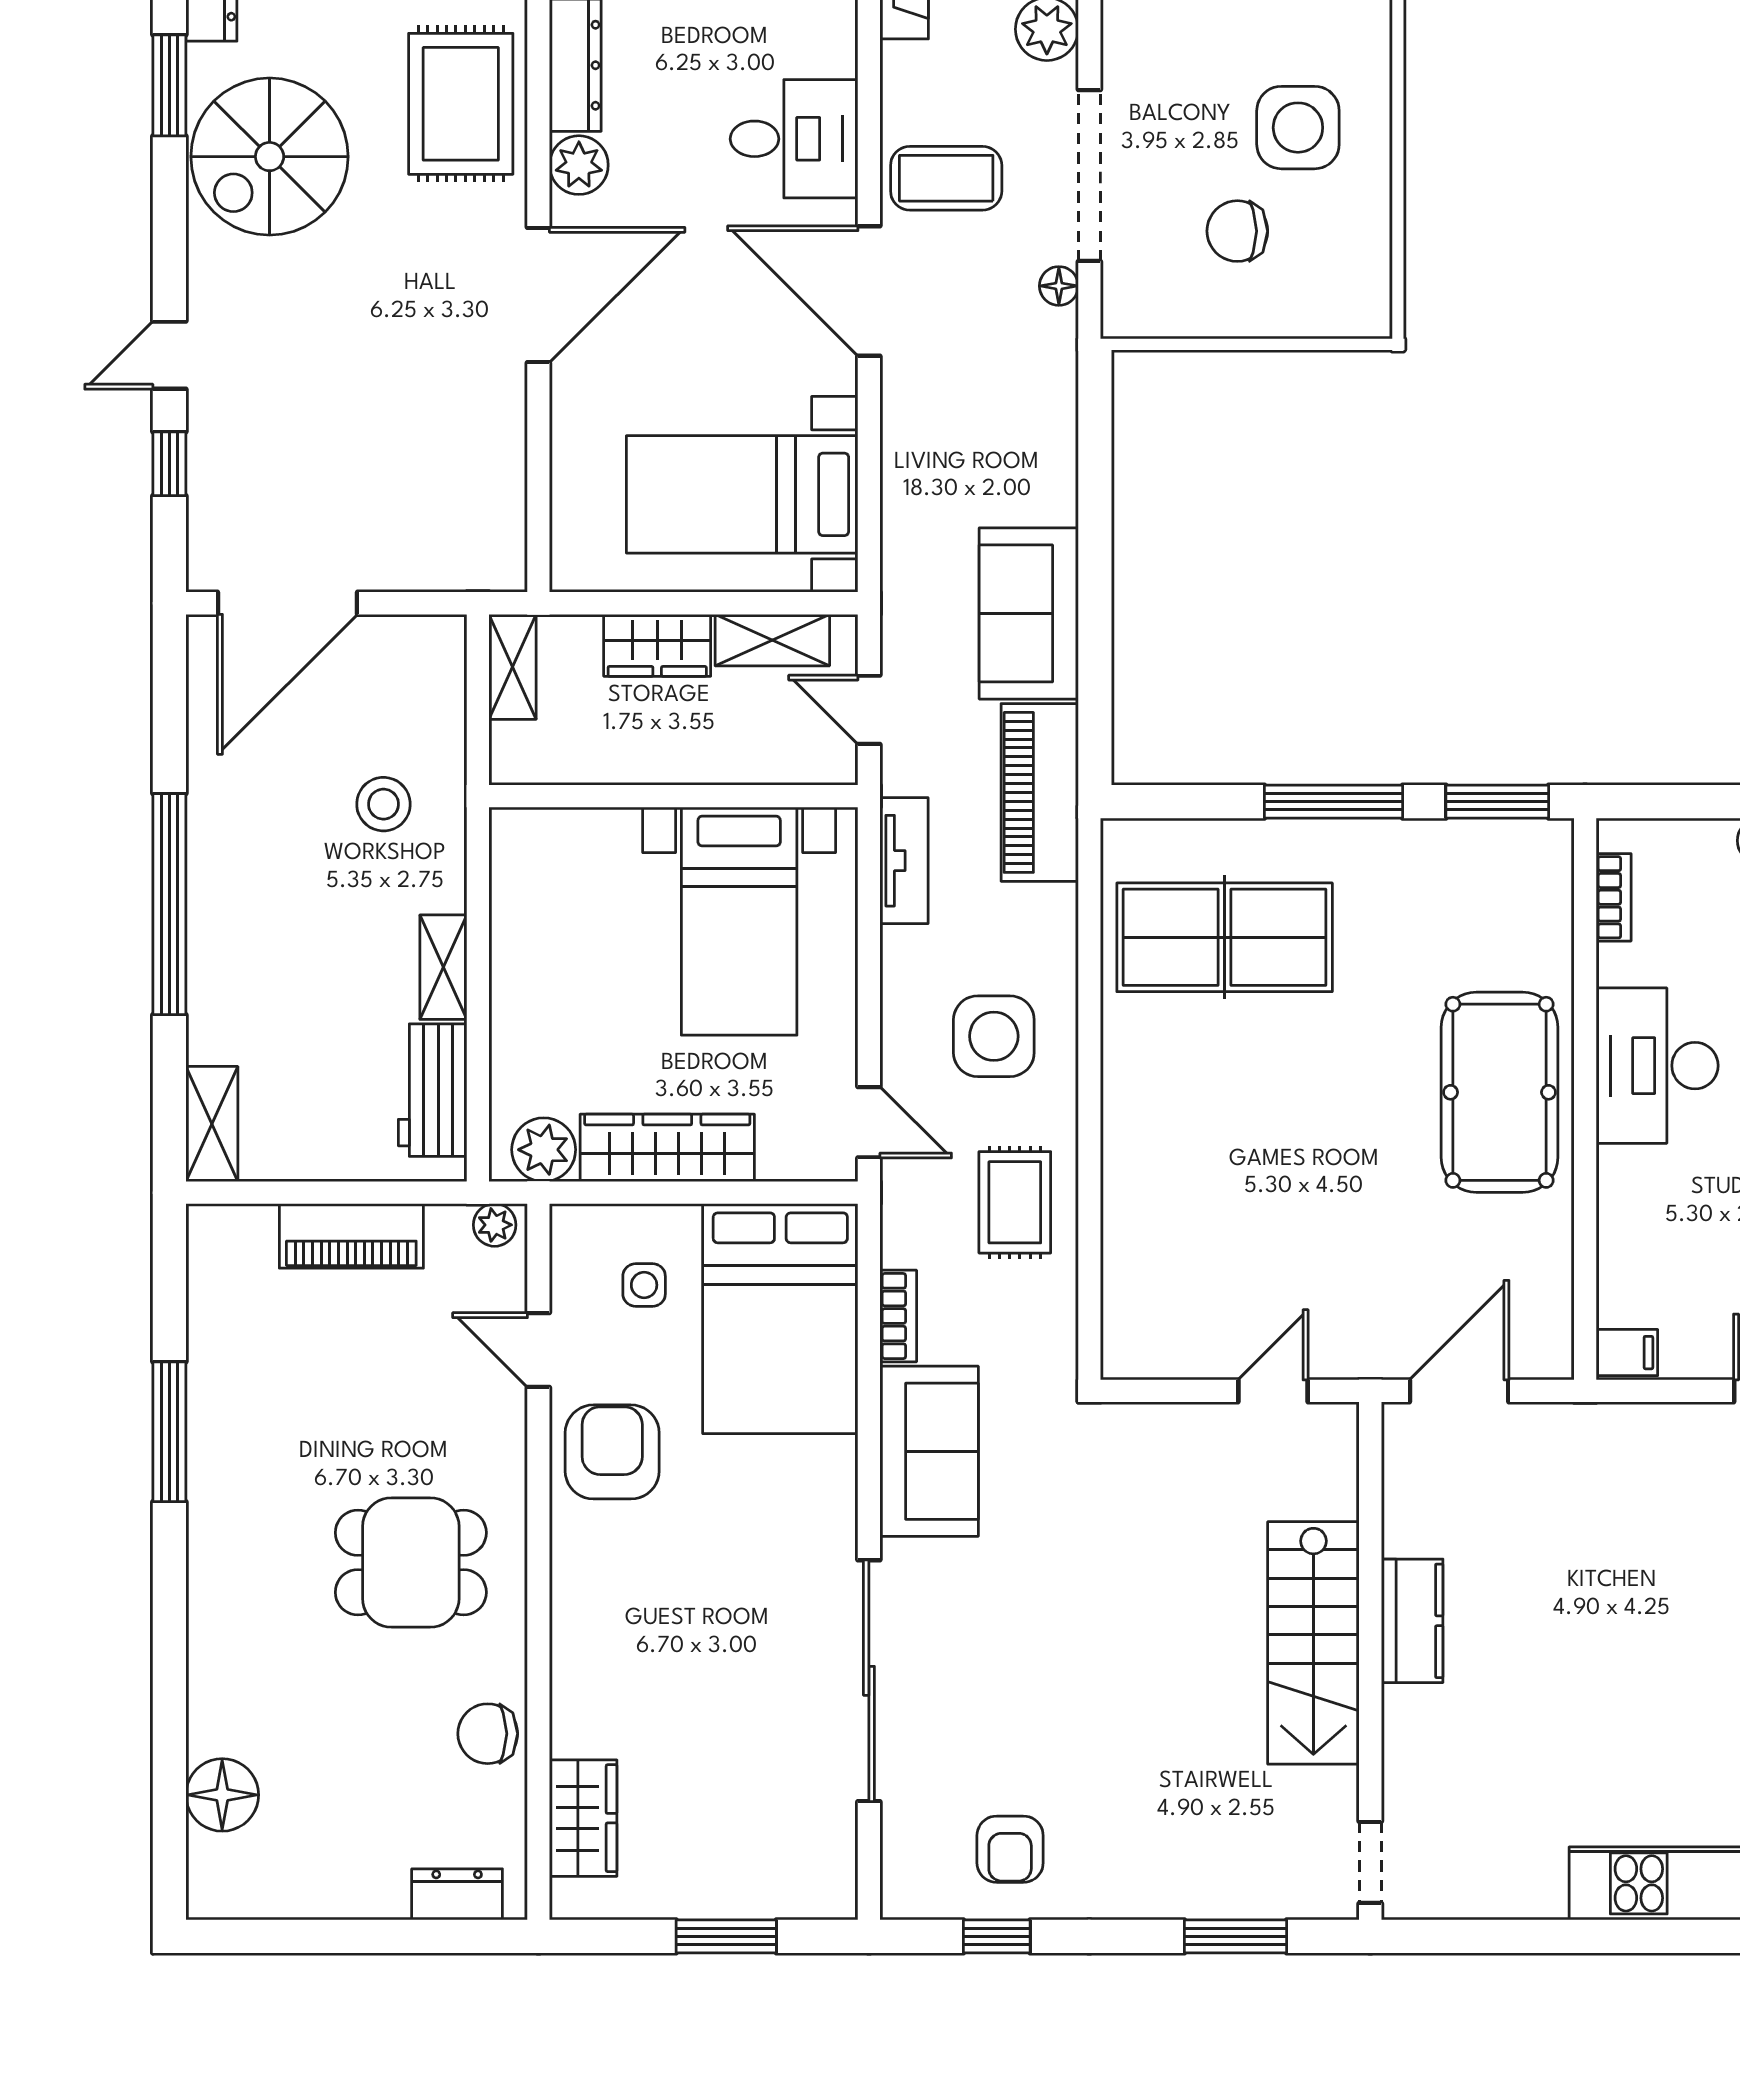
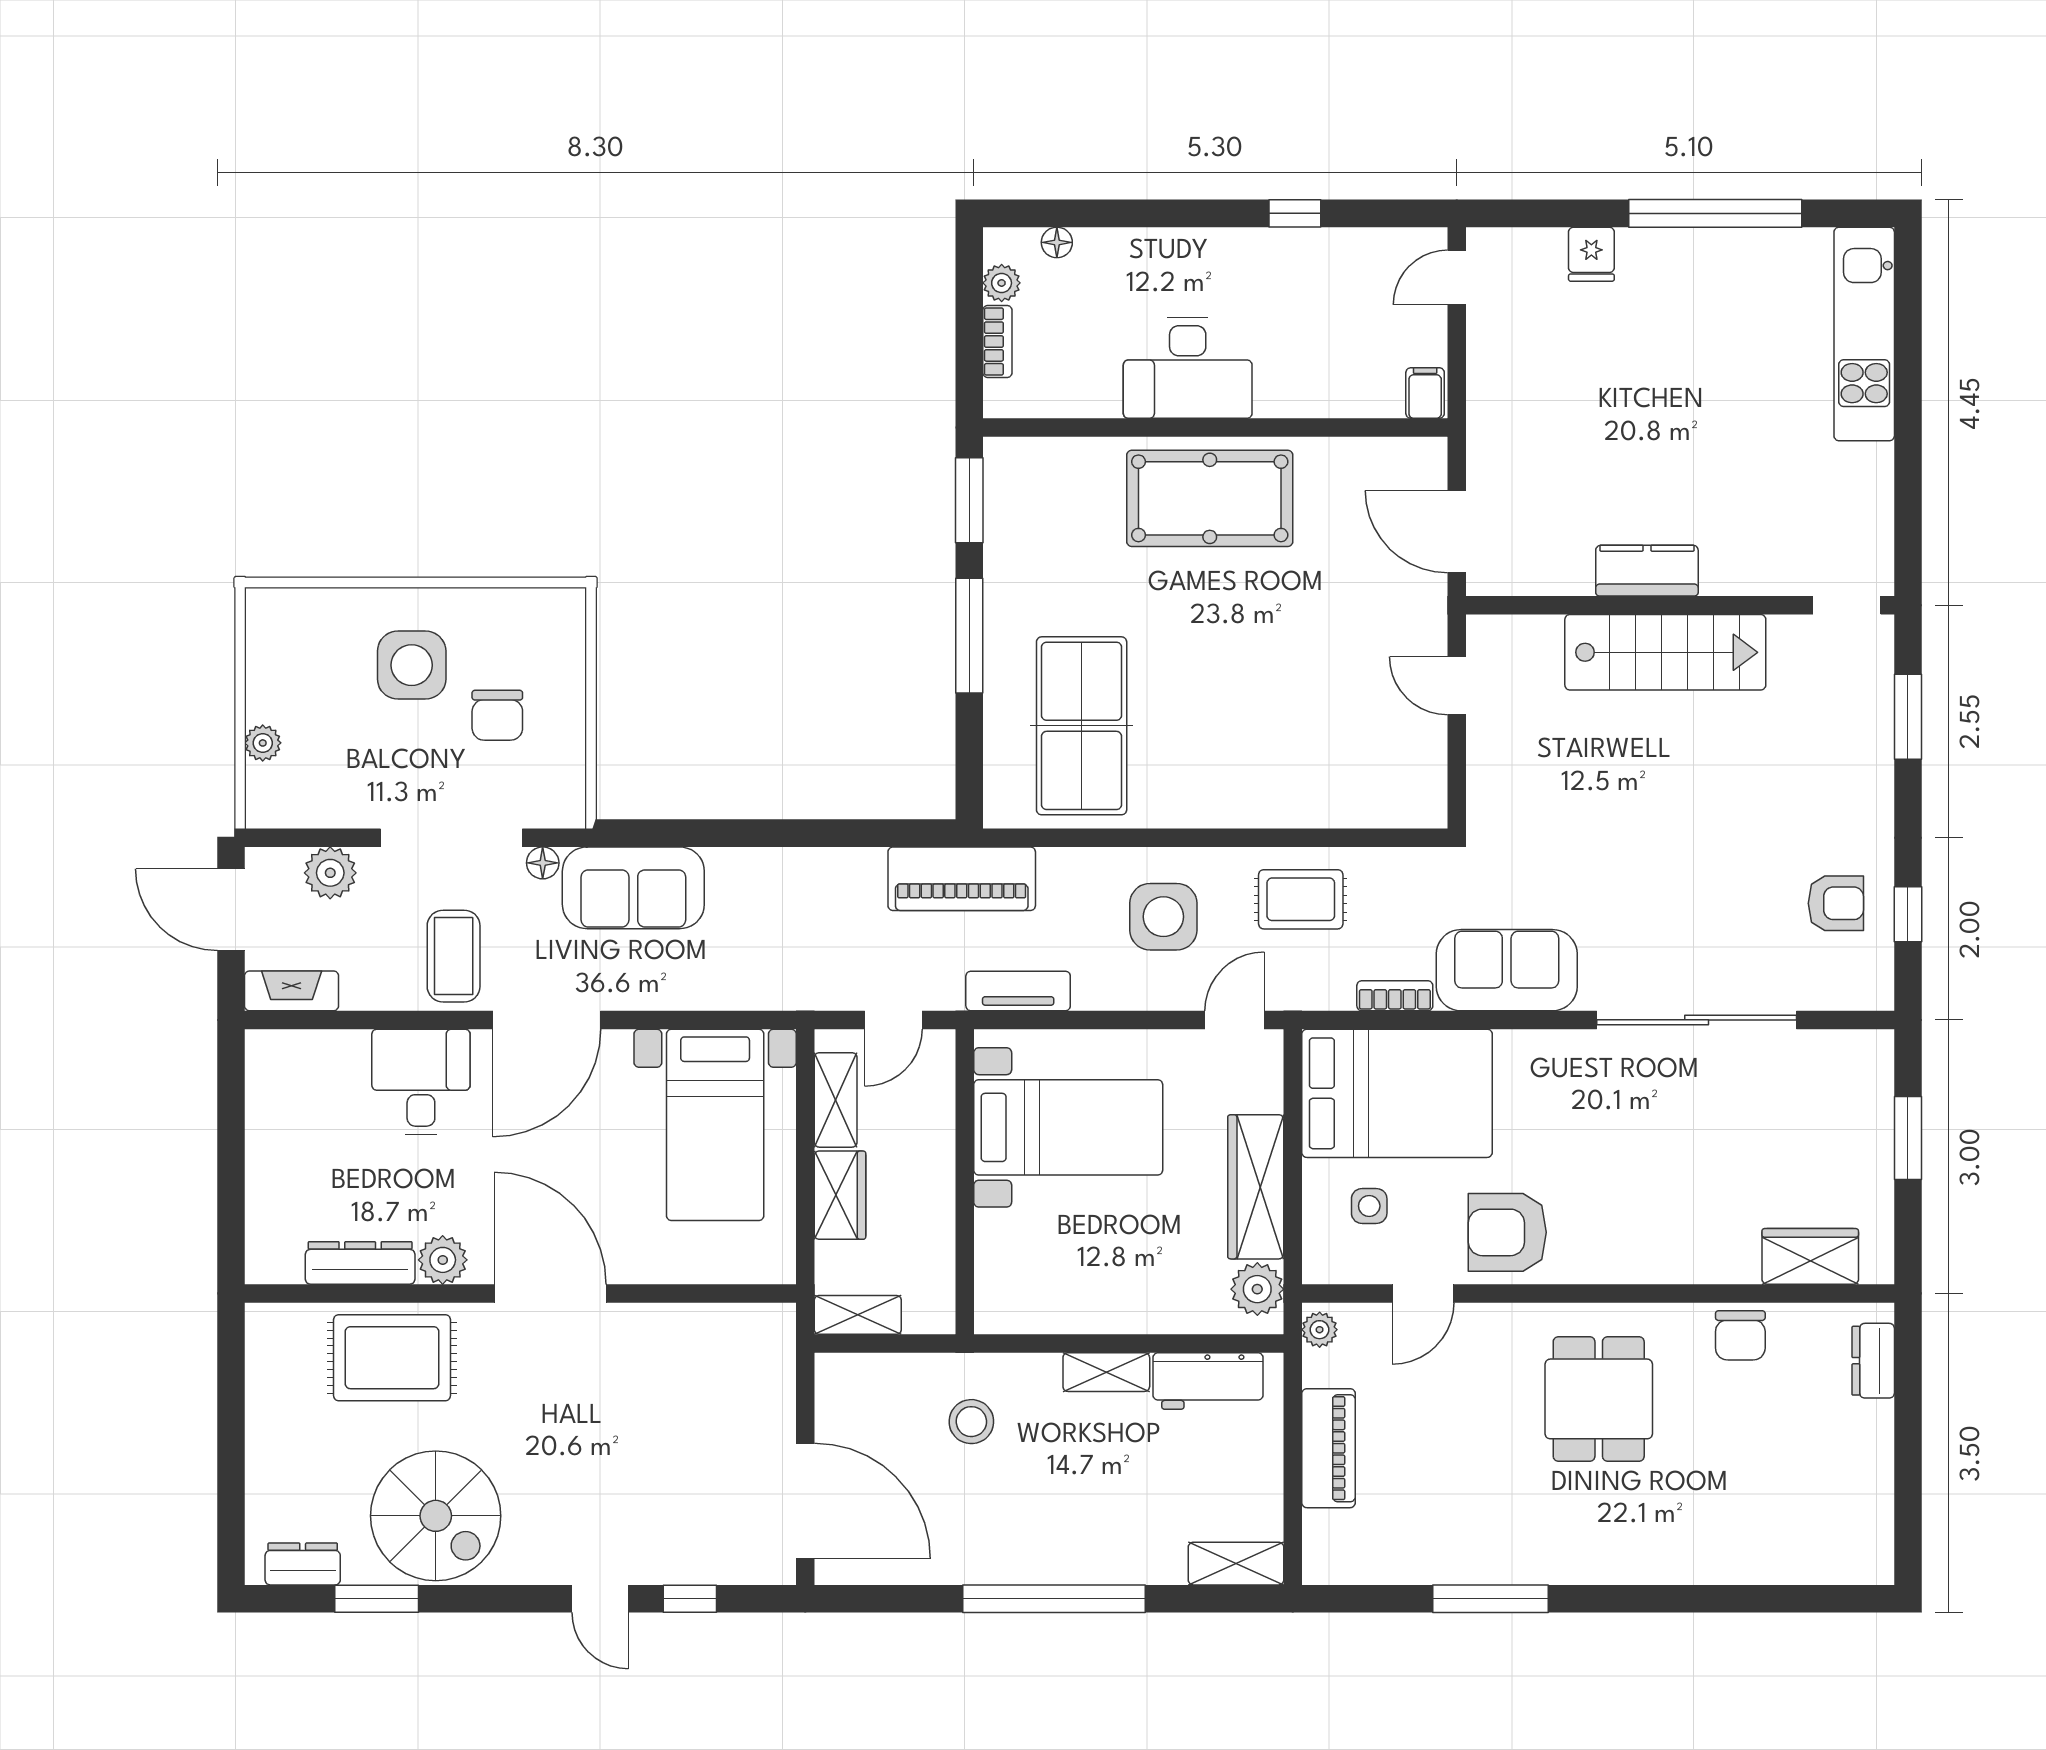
sofa: (1029, 613) -> (633, 888), moved
bookcase: (1614, 897) -> (997, 342), moved, turned 90
floor lamp: (222, 1795) -> (1791, 1555), removed

